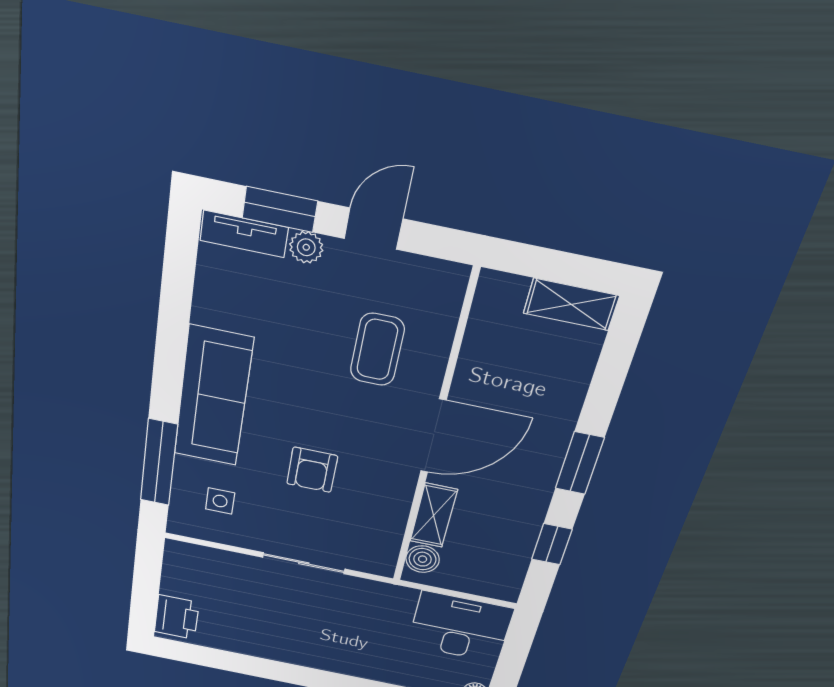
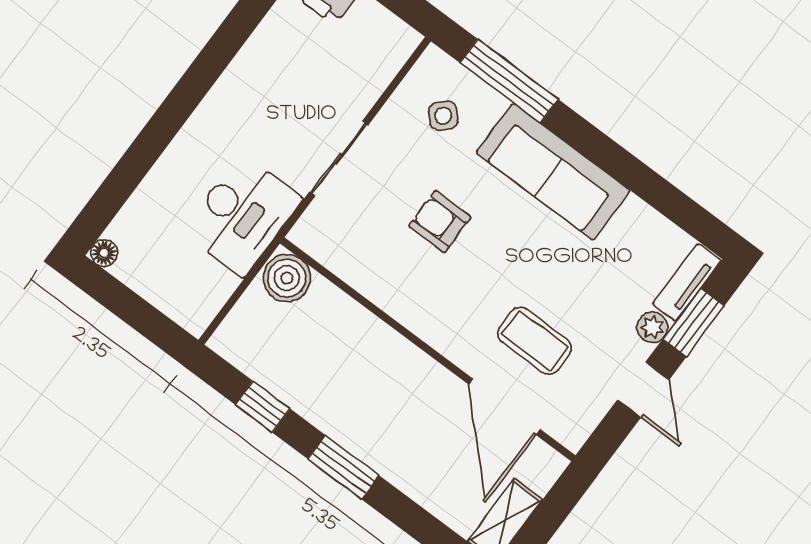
door: (433, 436) -> (504, 407), moved
side table: (220, 501) -> (443, 116), turned 45
shelving: (434, 515) -> (342, 311), removed
boiler: (423, 559) -> (287, 278), width x1.36, depth x1.36
desk: (460, 627) -> (242, 215), moved

